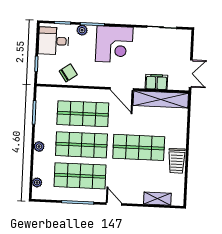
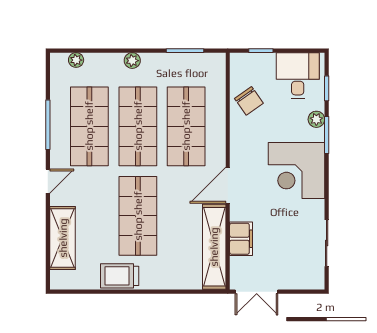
shelving: (157, 199) -> (63, 238), width x1.50, depth x1.33

